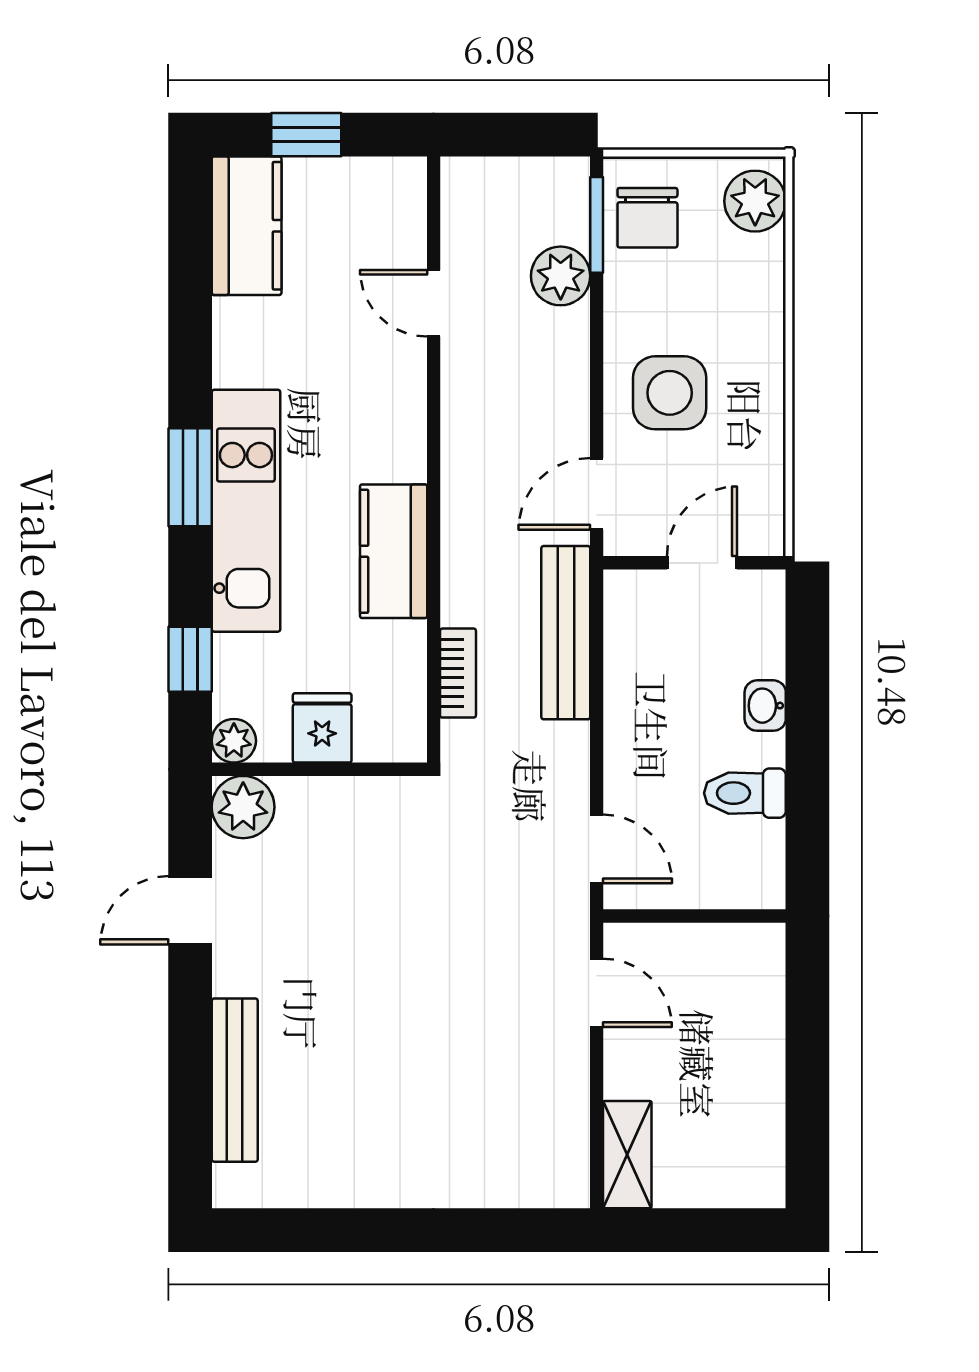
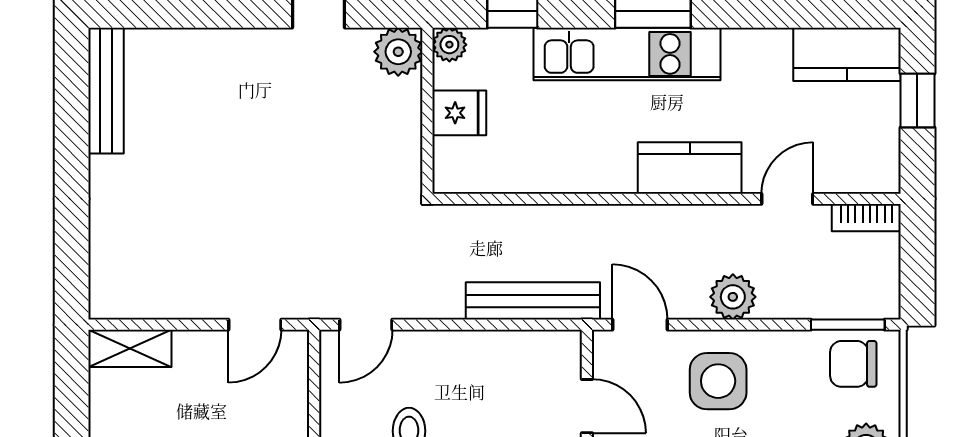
plant: (561, 276) -> (733, 297), moved
kitchen counter: (394, 551) -> (690, 168), moved
bookcase: (458, 673) -> (866, 218), moved
bench: (235, 1080) -> (106, 91), moved, turned 90

